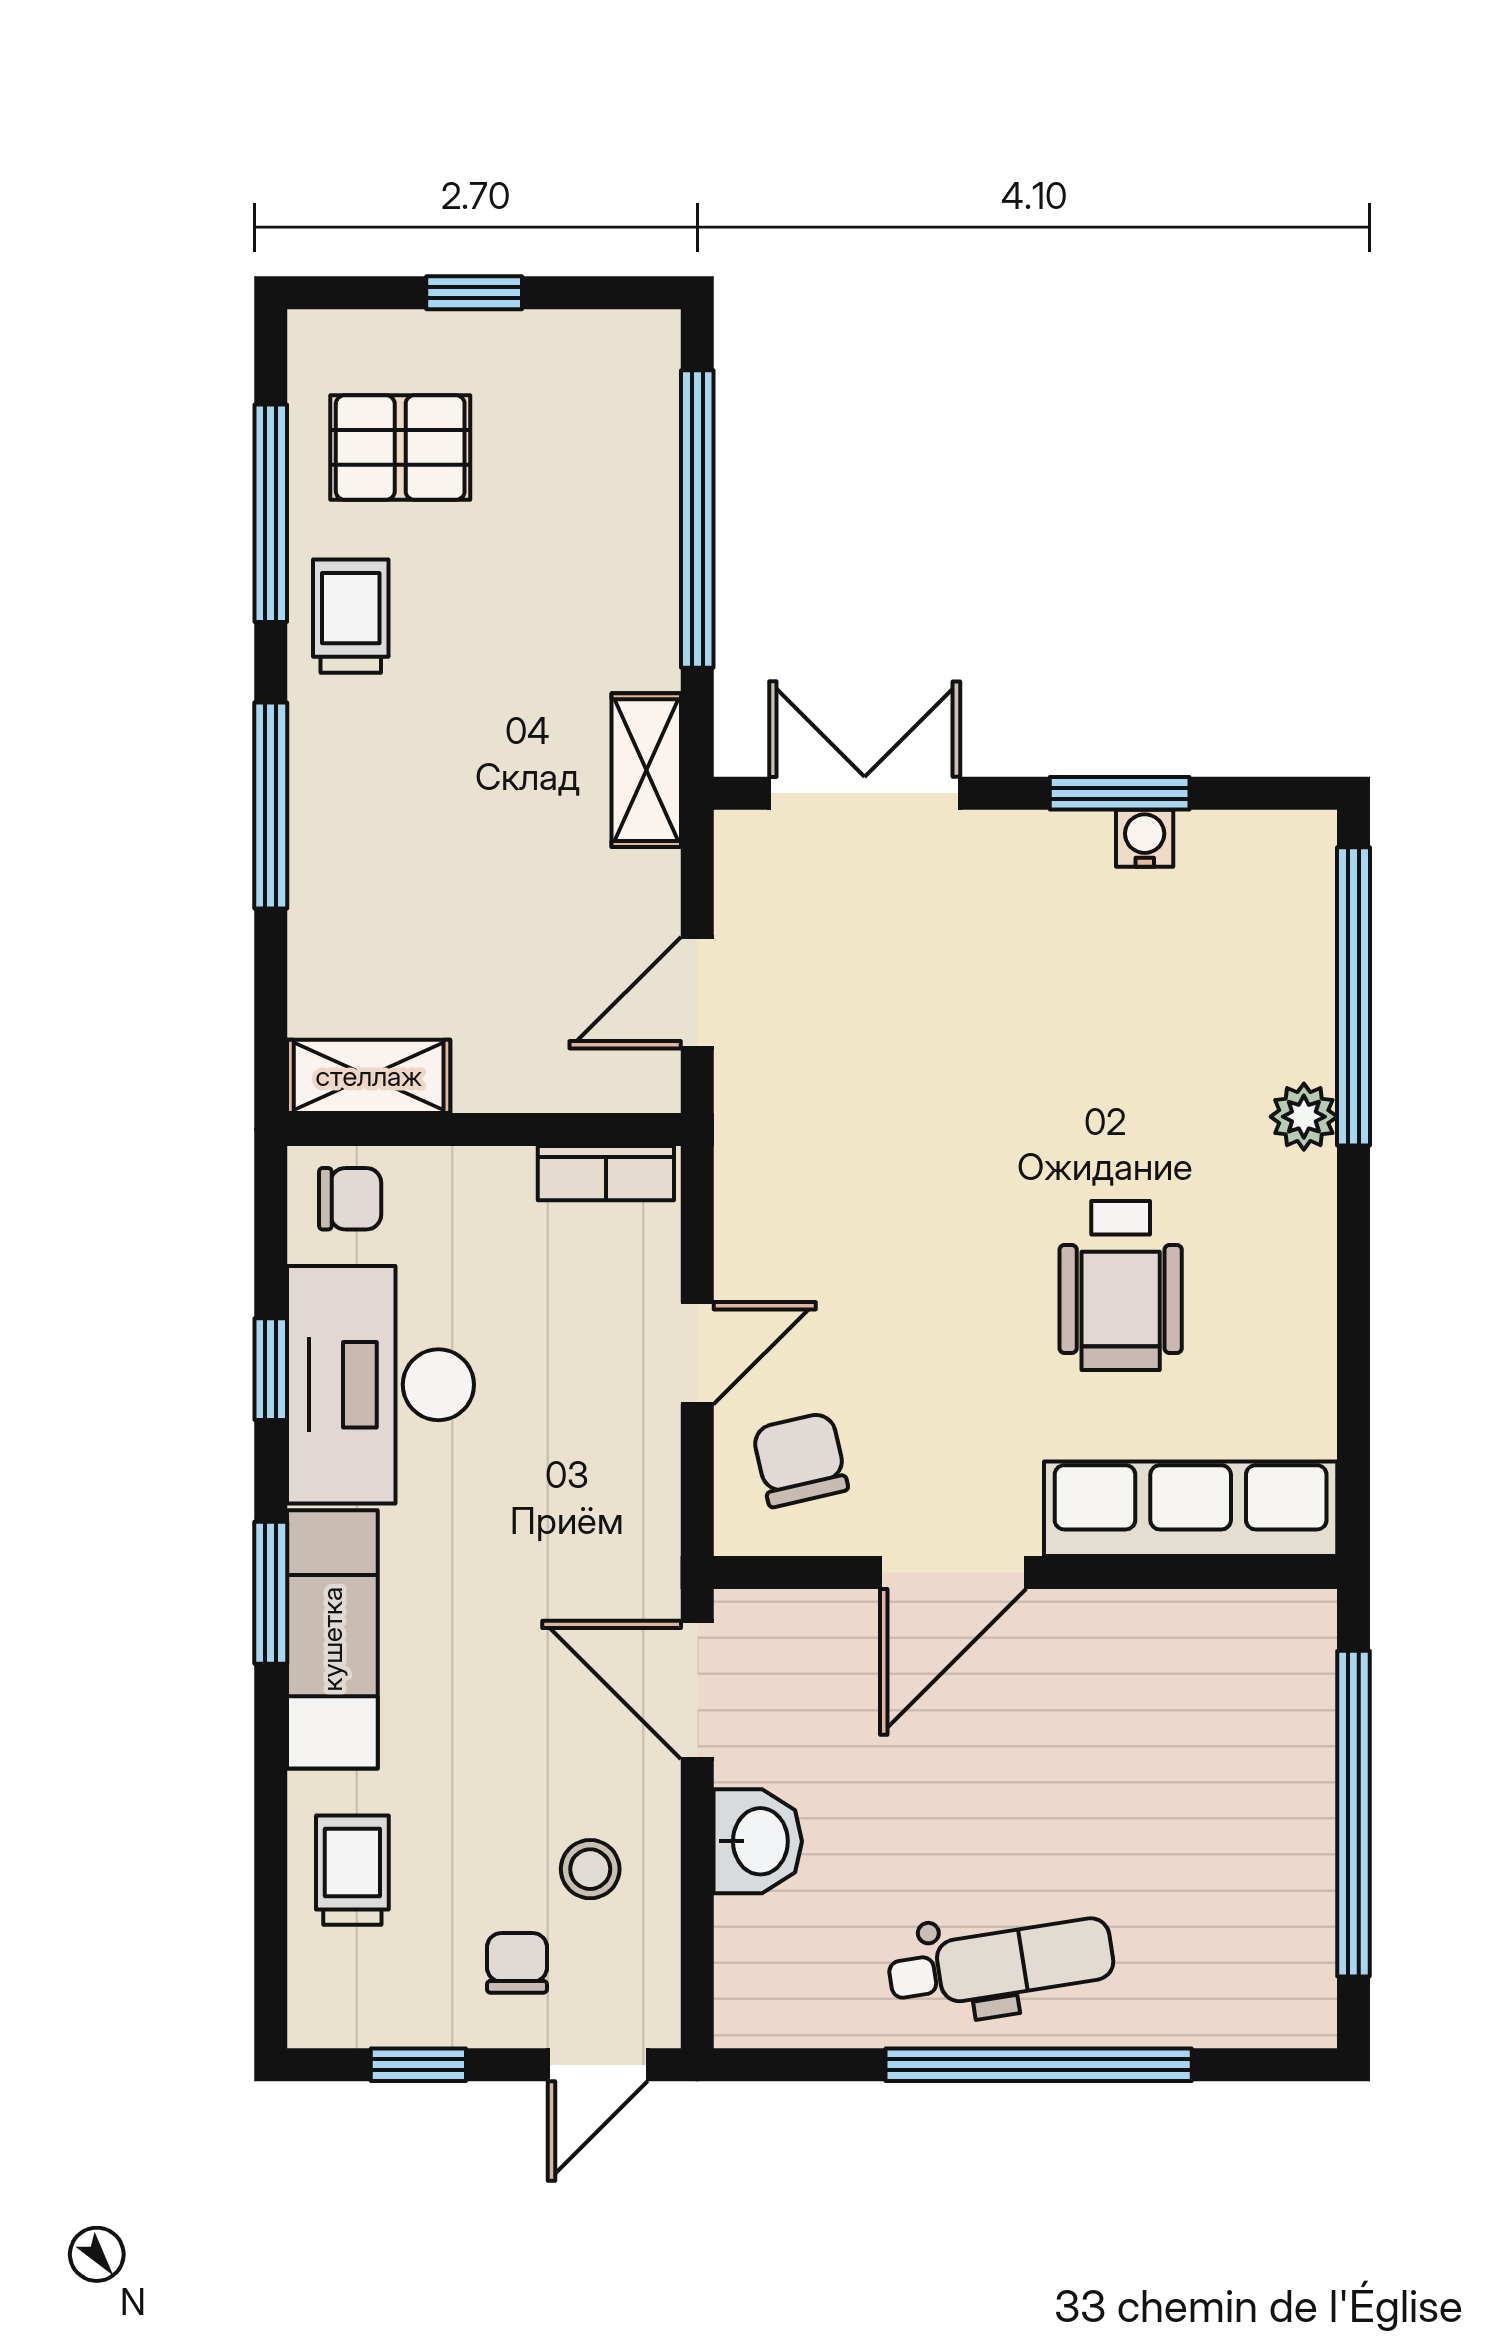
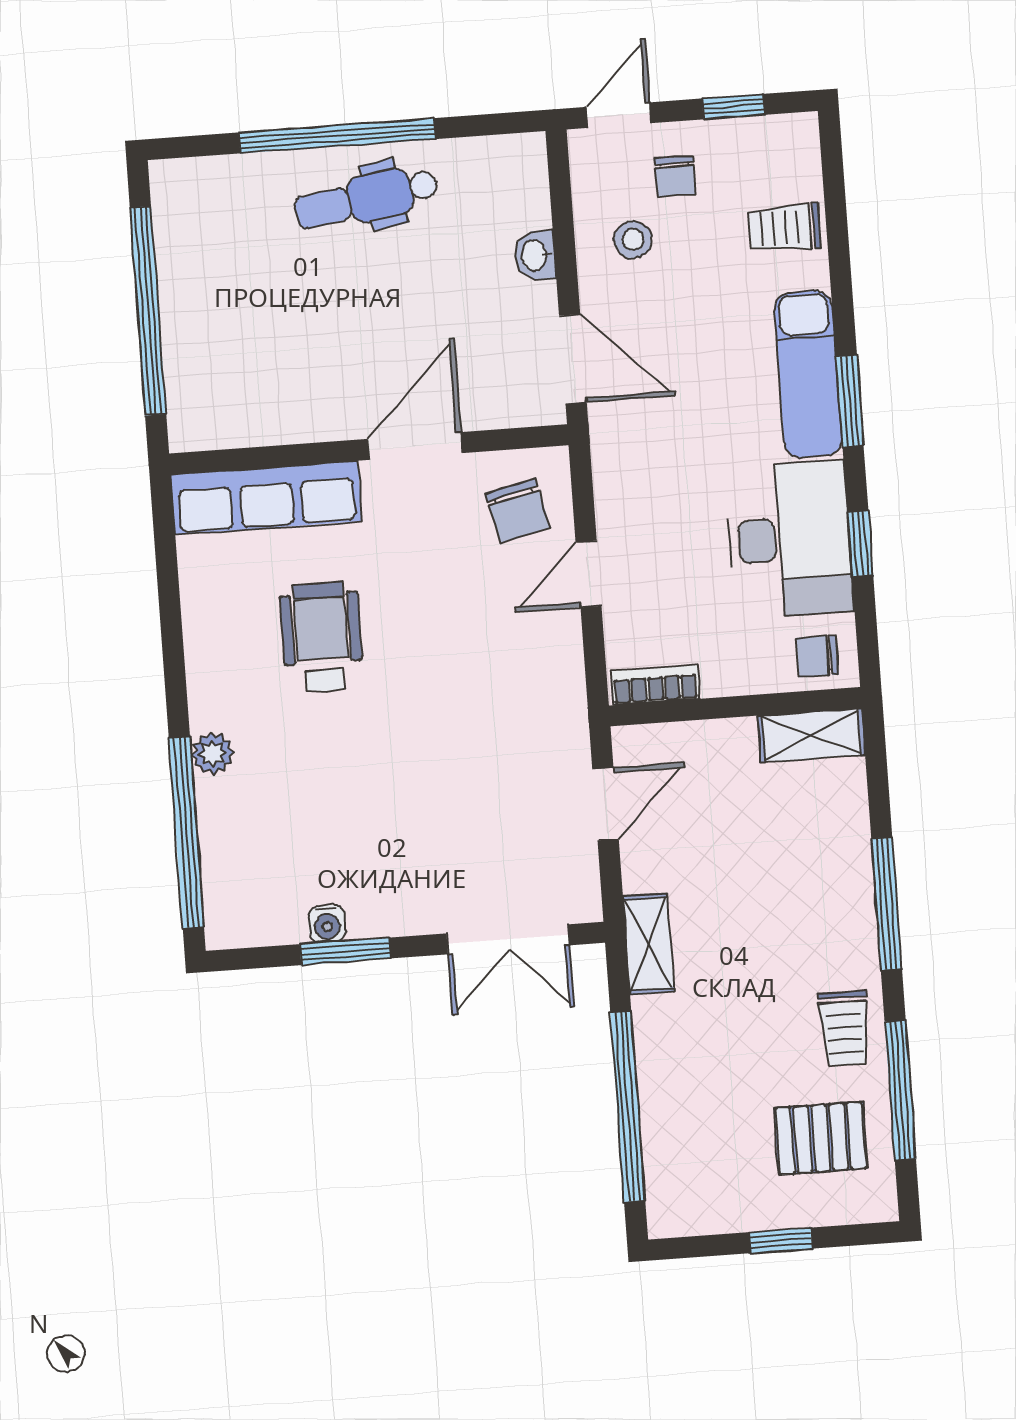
washbasin: (758, 1841) -> (535, 255), width x0.72, depth x0.69
trolley: (352, 1870) -> (784, 228), turned 90

